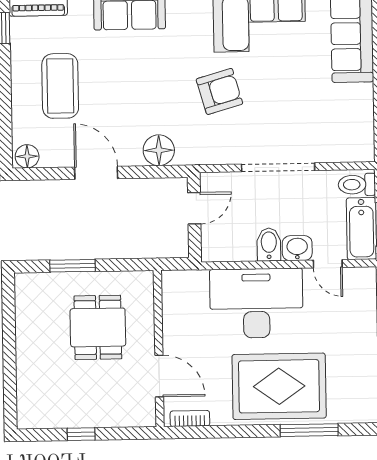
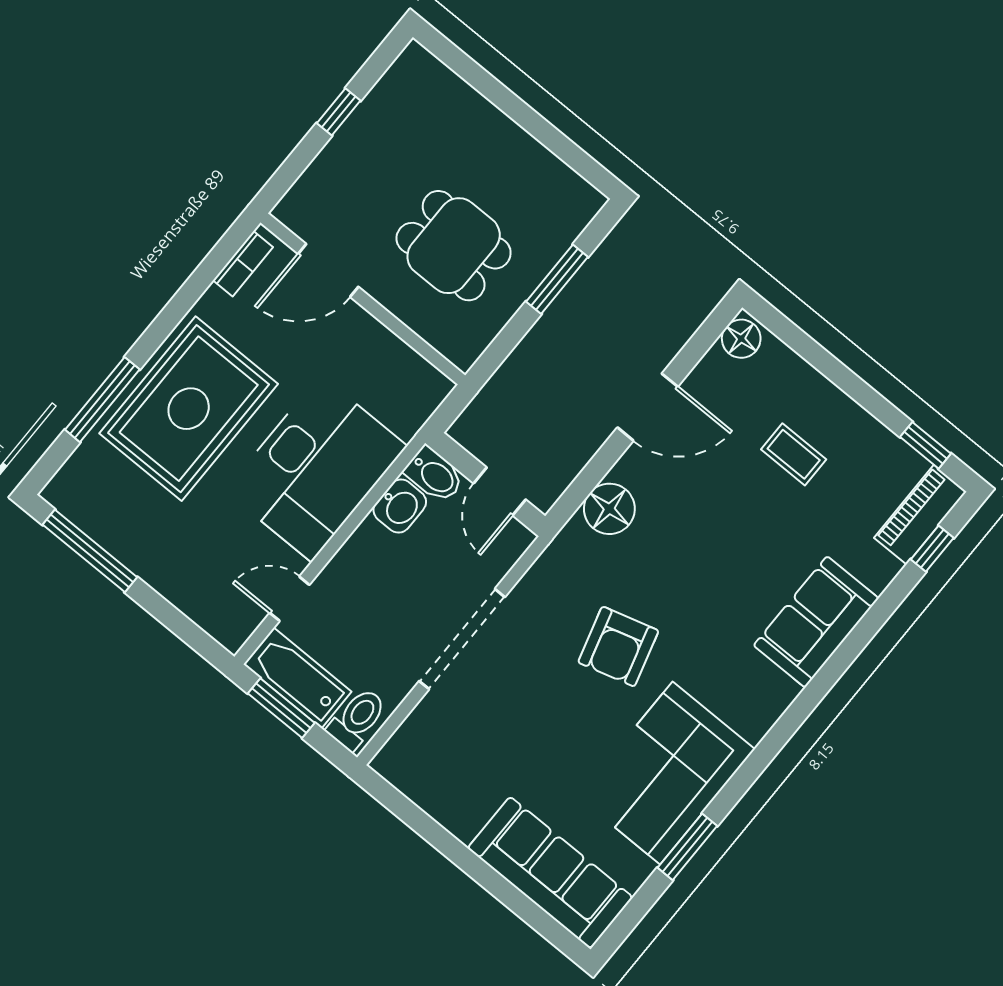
coffee table: (60, 86) -> (794, 454), width x0.54, depth x0.58
bidet: (269, 244) -> (434, 475), moved
washbasin: (297, 248) -> (400, 506), moved

